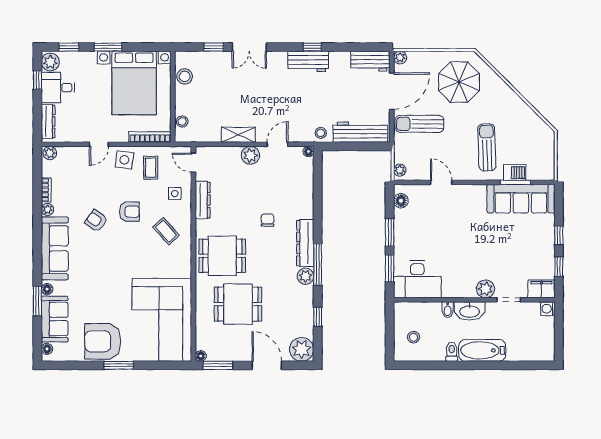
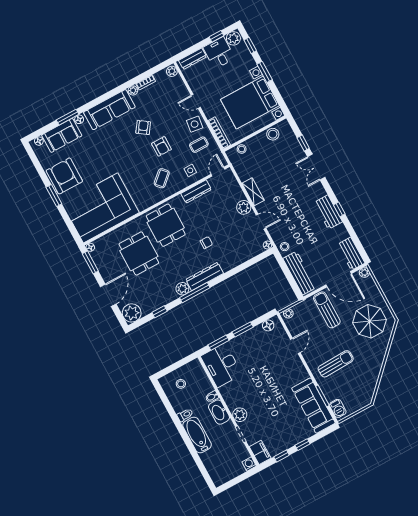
barbecue: (515, 173) -> (338, 408), moved

